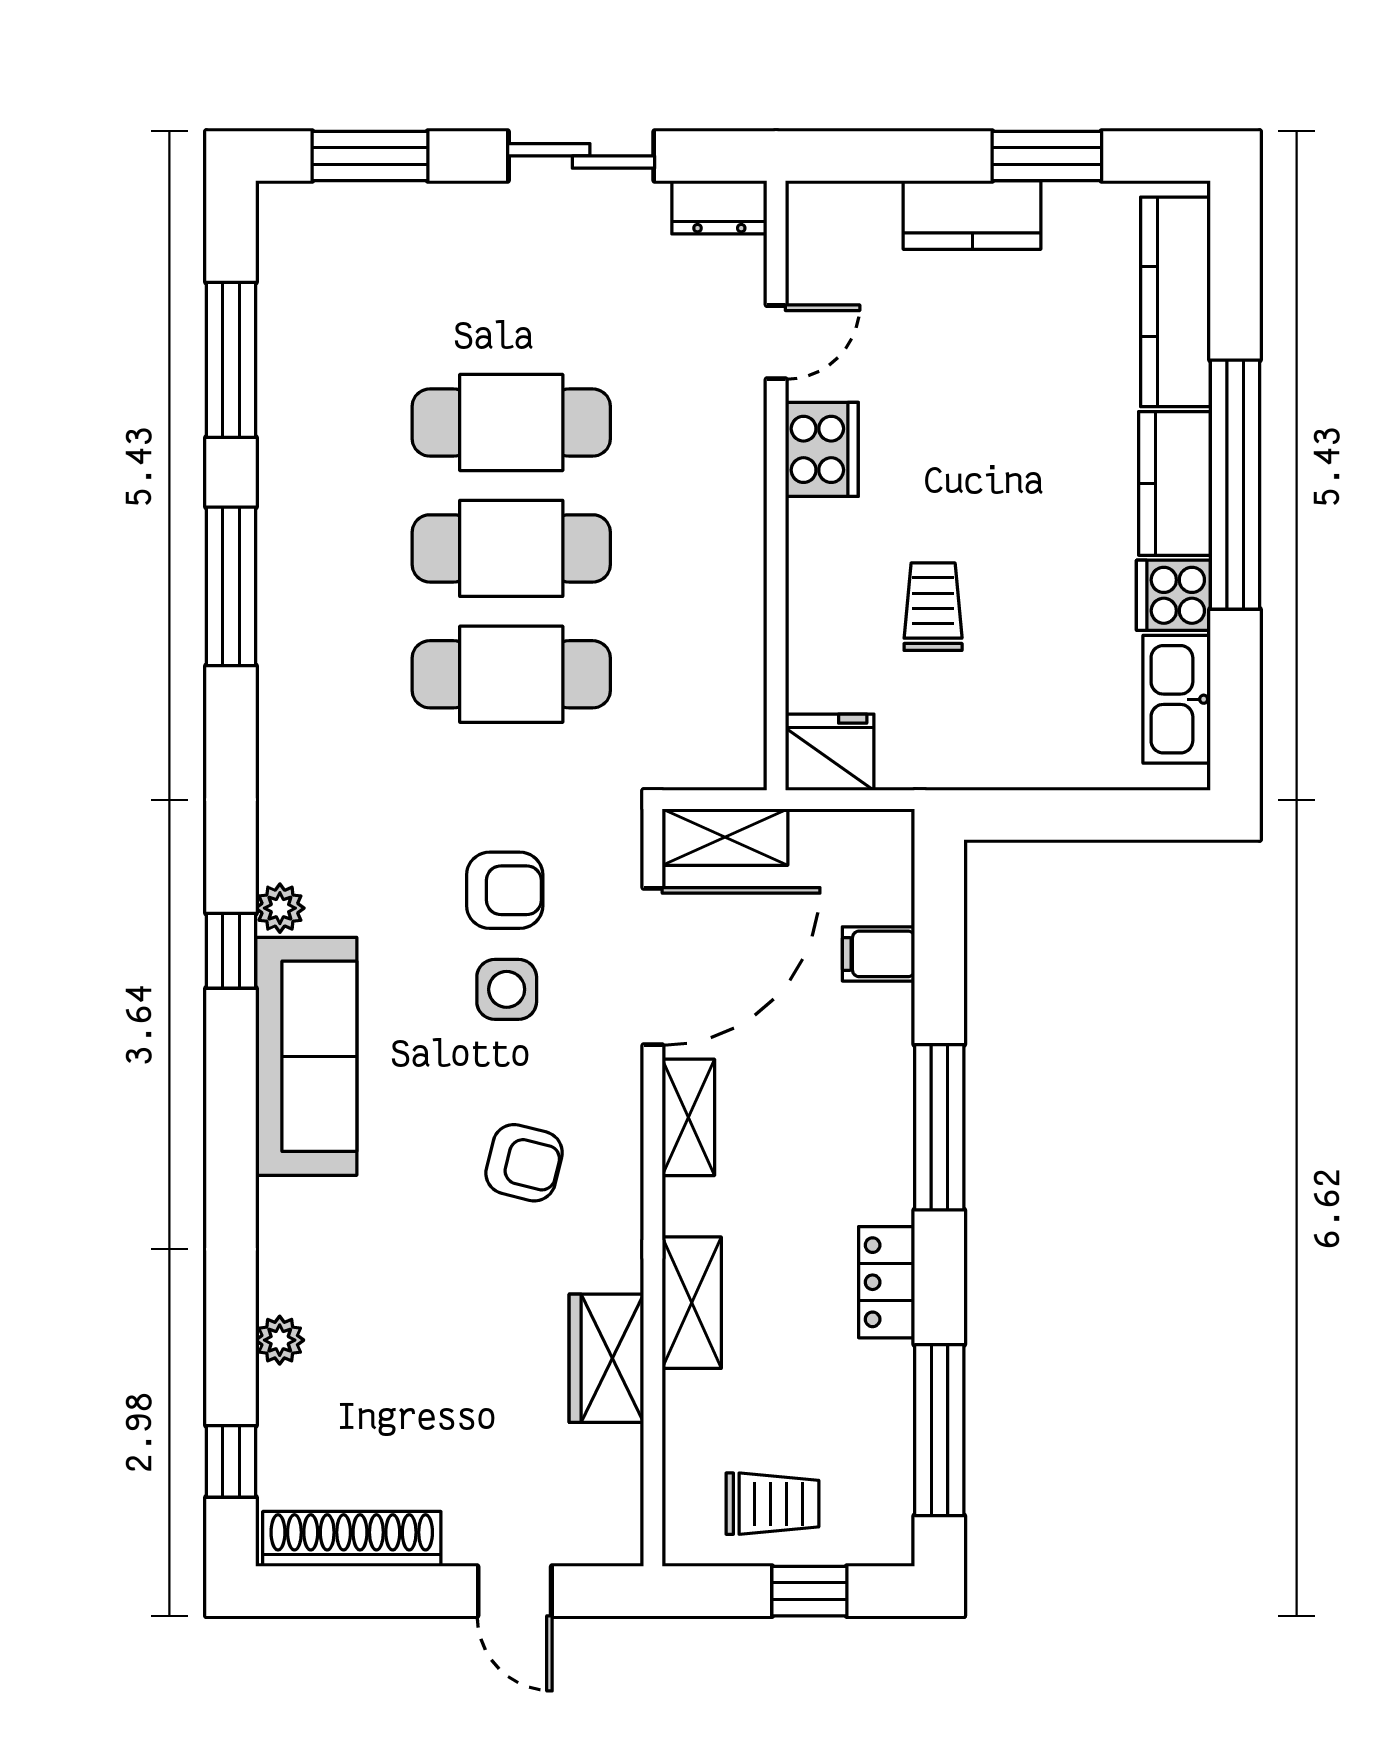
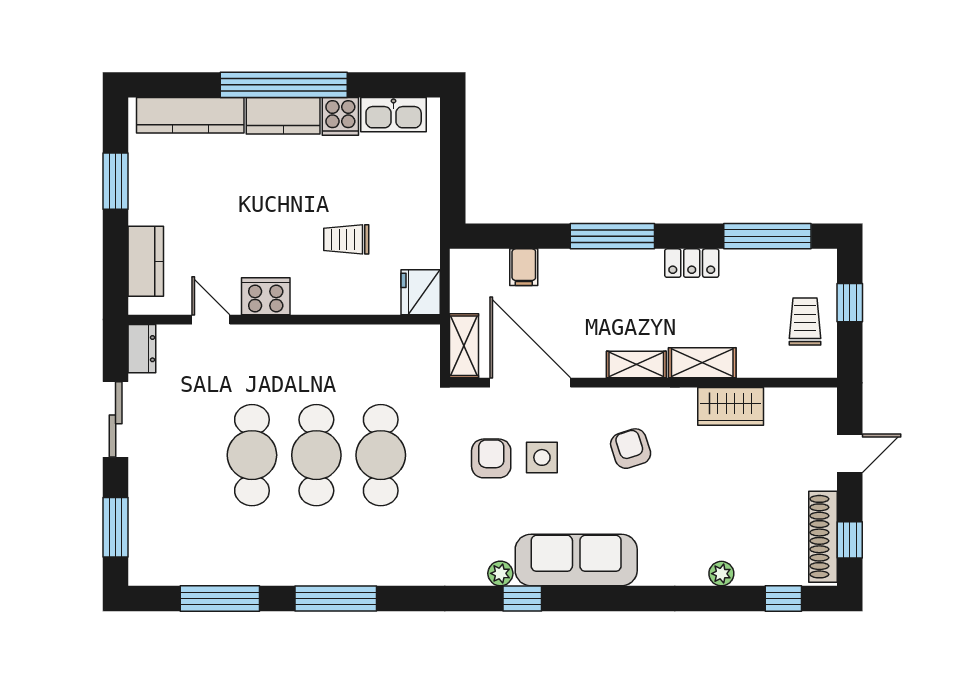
kitchen counter: (972, 215) -> (146, 261), moved
shelving: (688, 1117) -> (636, 365), moved
armchair: (524, 1163) -> (631, 449), turned -32
window: (346, 1591) -> (850, 540), added

